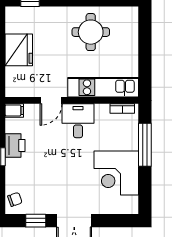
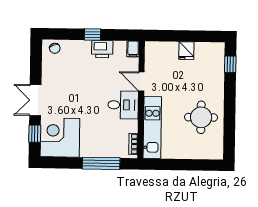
fridge: (19, 50) -> (186, 51), width x0.53, depth x0.75
corner desk: (116, 173) -> (60, 138), moved
window: (36, 221) -> (35, 134), moved

